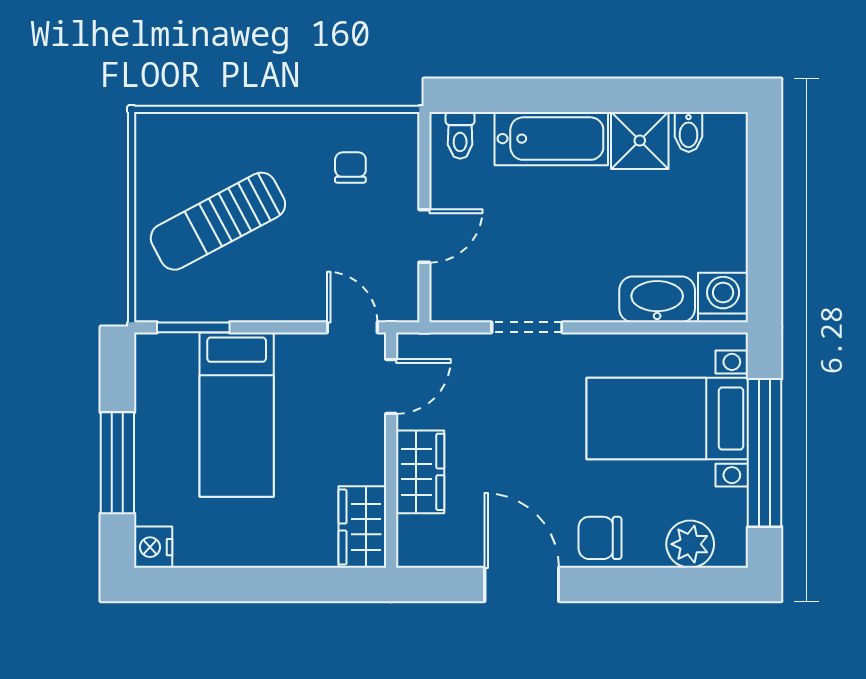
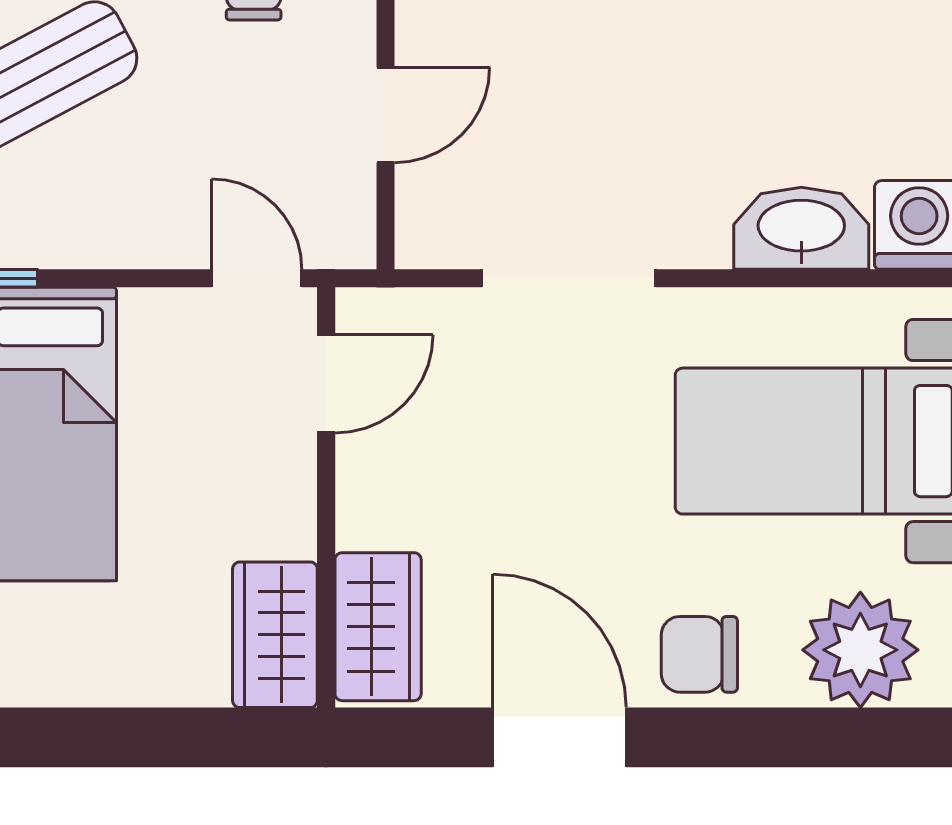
doorway: (527, 327) -> (569, 278), width x1.38
wardrobe: (420, 472) -> (378, 627), moved
plant: (690, 544) -> (860, 650), width x1.36, depth x1.36

